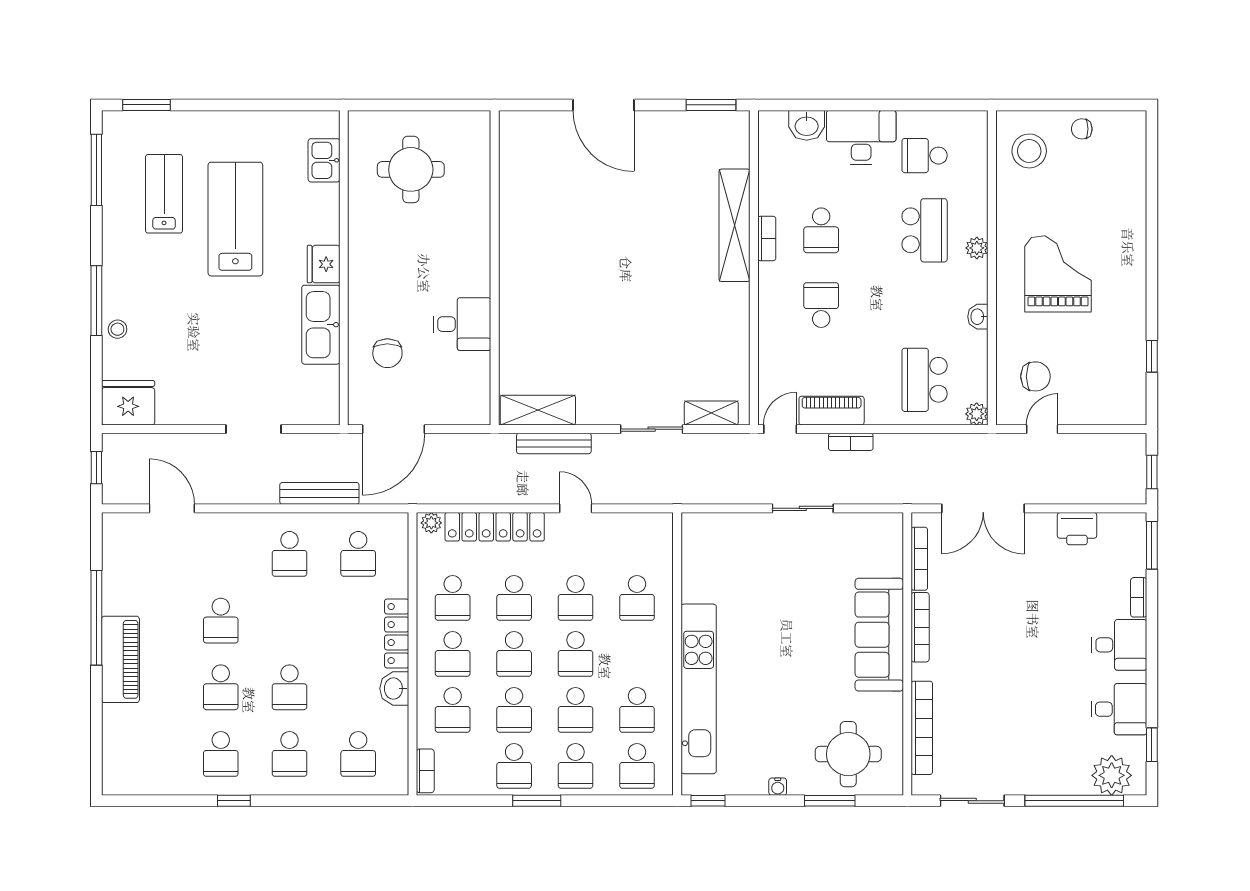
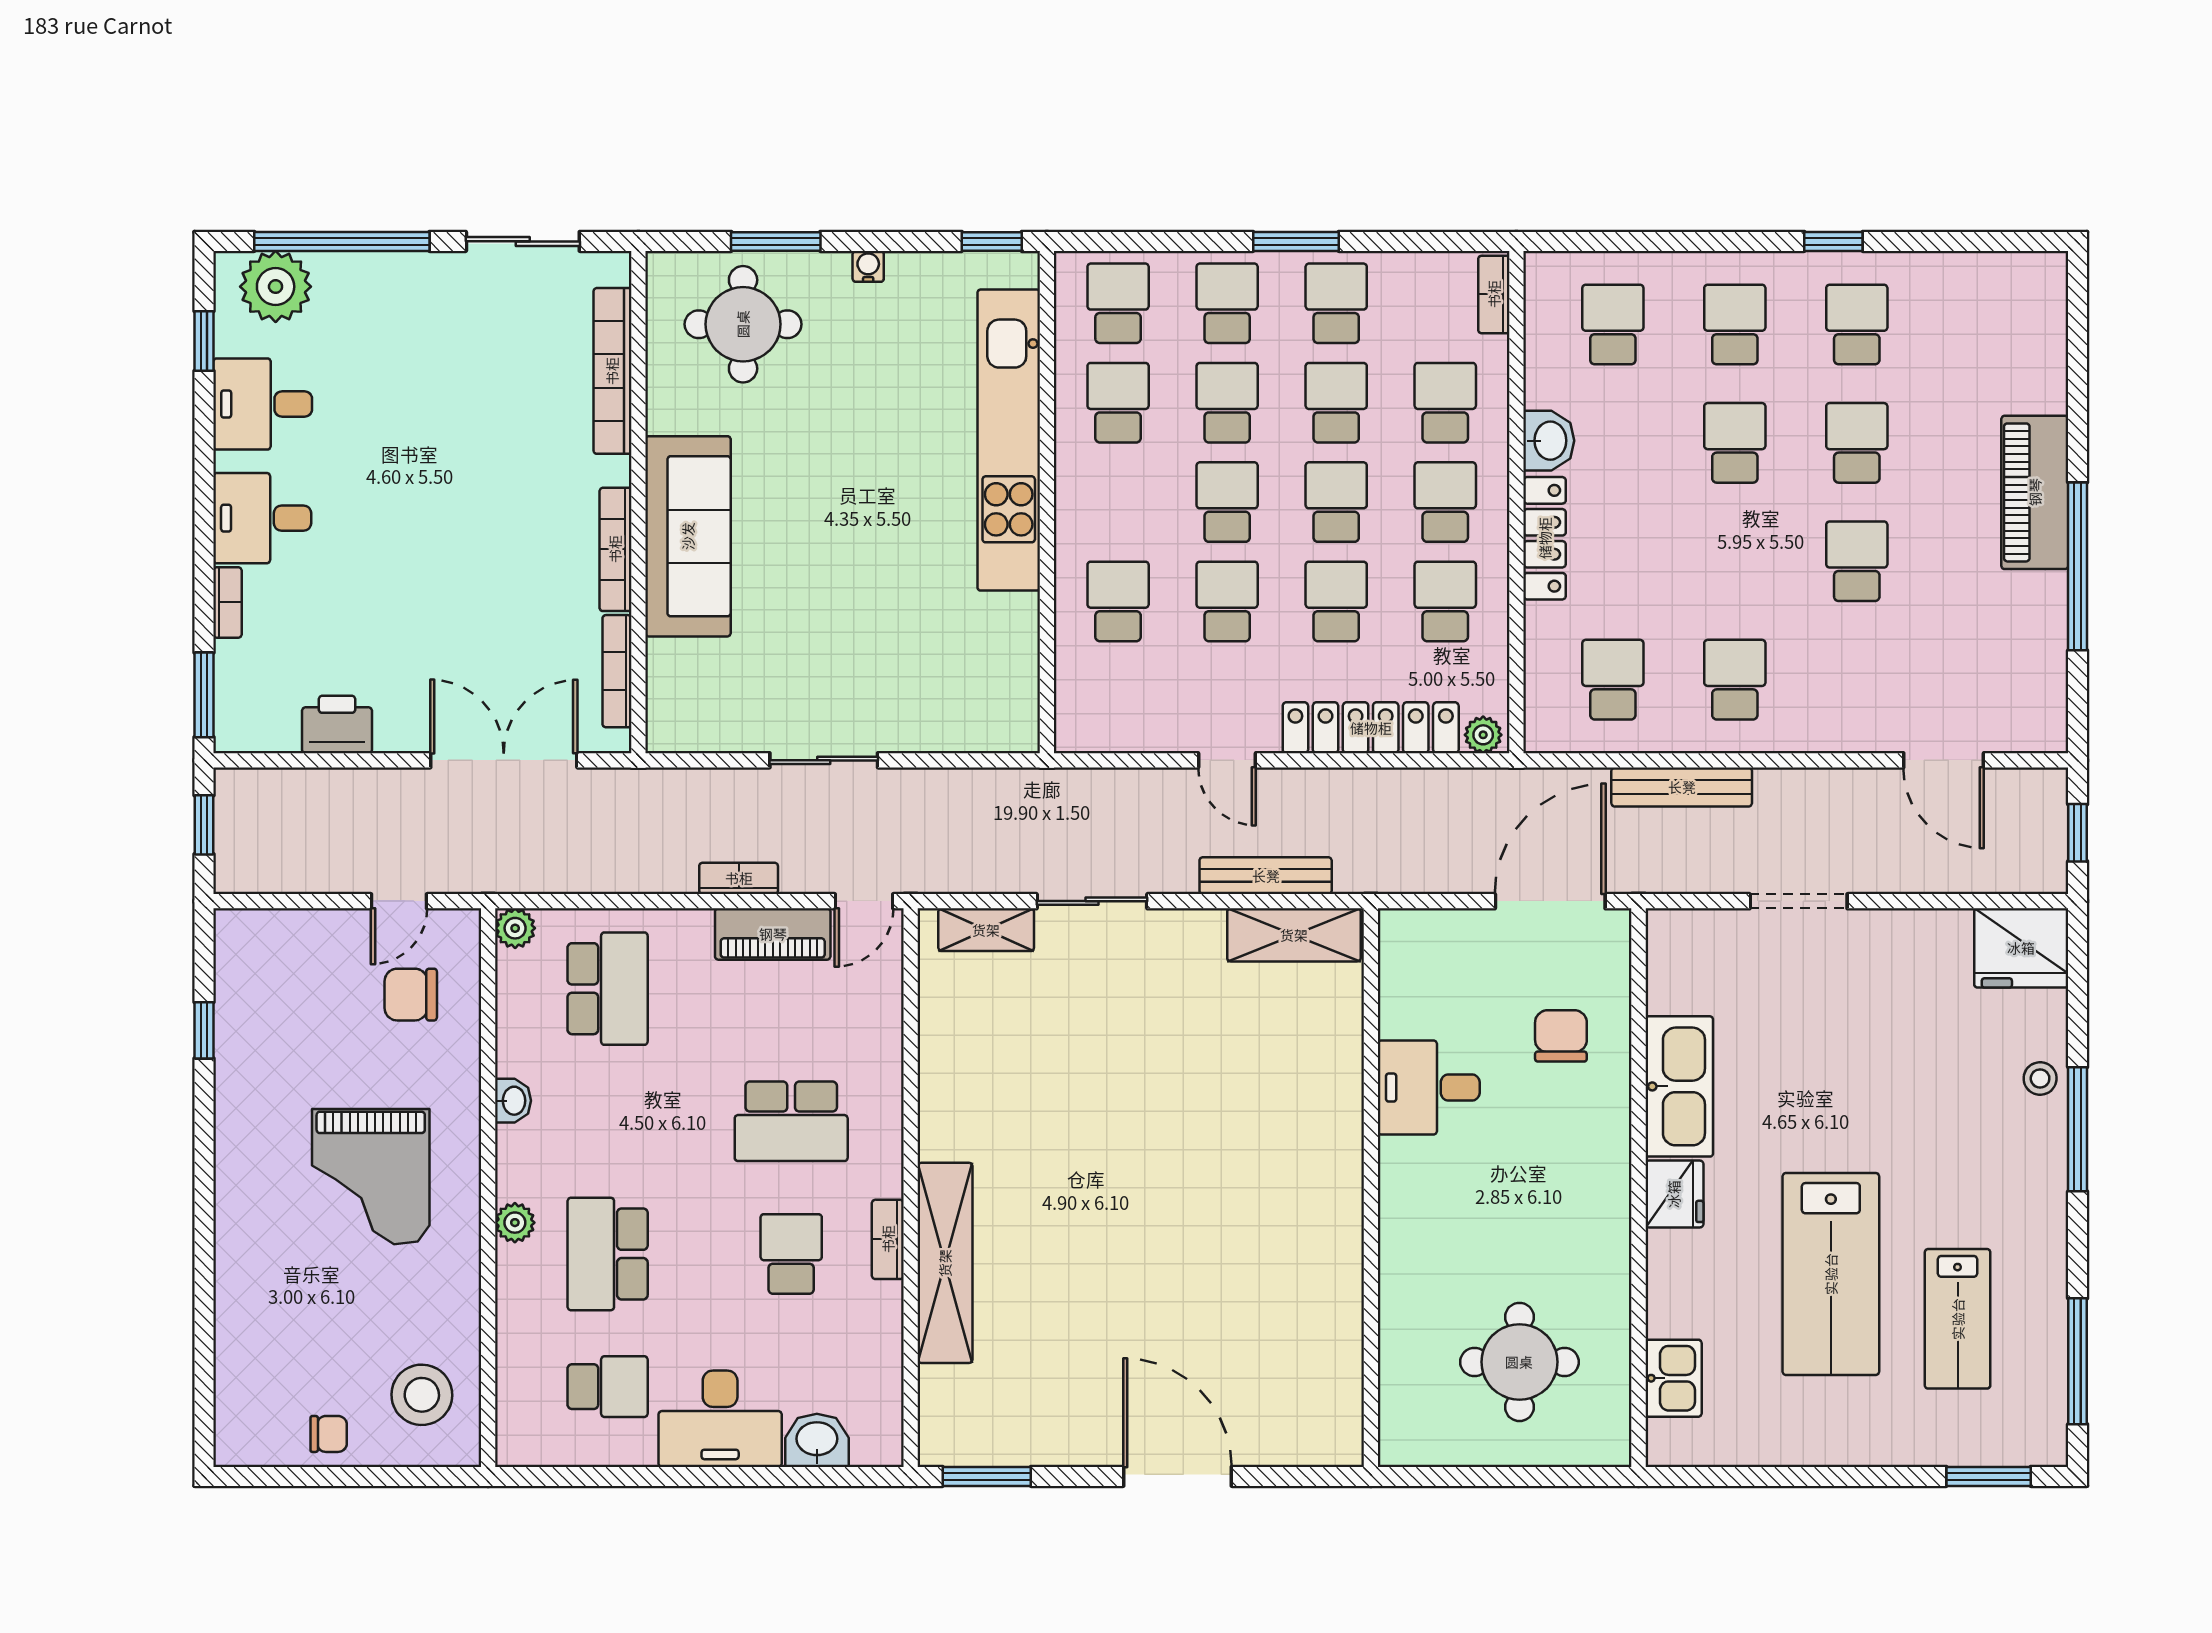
school desk: (821, 305) -> (791, 1121), width x1.85

